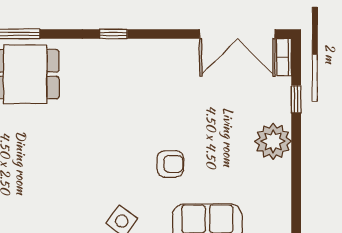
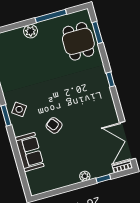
plant: (273, 141) -> (85, 176), width x0.53, depth x0.53
armchair: (170, 164) -> (54, 125), turned 144

